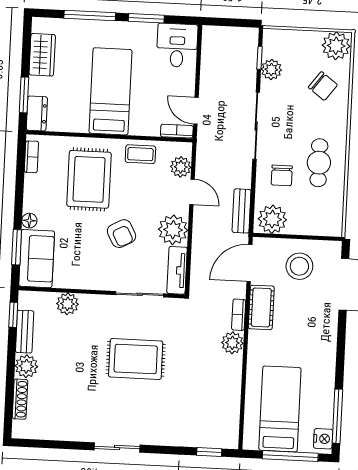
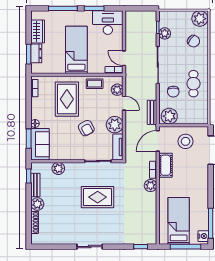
desk: (177, 45) -> (108, 23), width x1.37
dresser: (37, 113) -> (36, 53), moved

